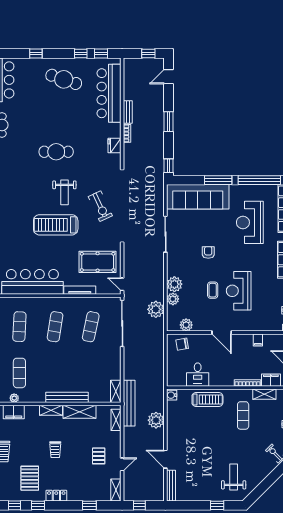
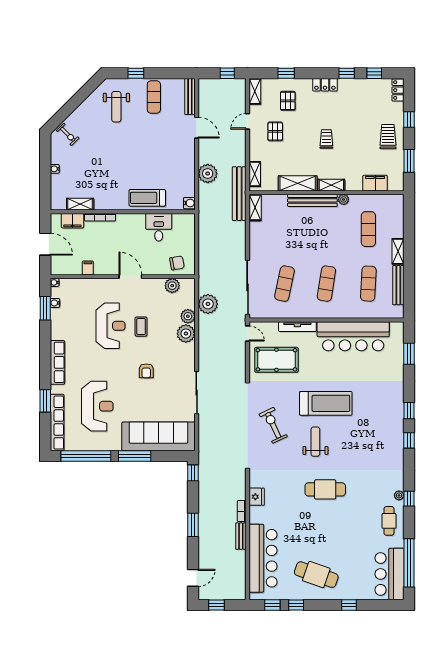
plant: (14, 398) -> (344, 199), moved
exercise mat: (243, 415) -> (154, 97), moved
pallet: (30, 478) -> (288, 101), moved, width x0.67, depth x0.71

